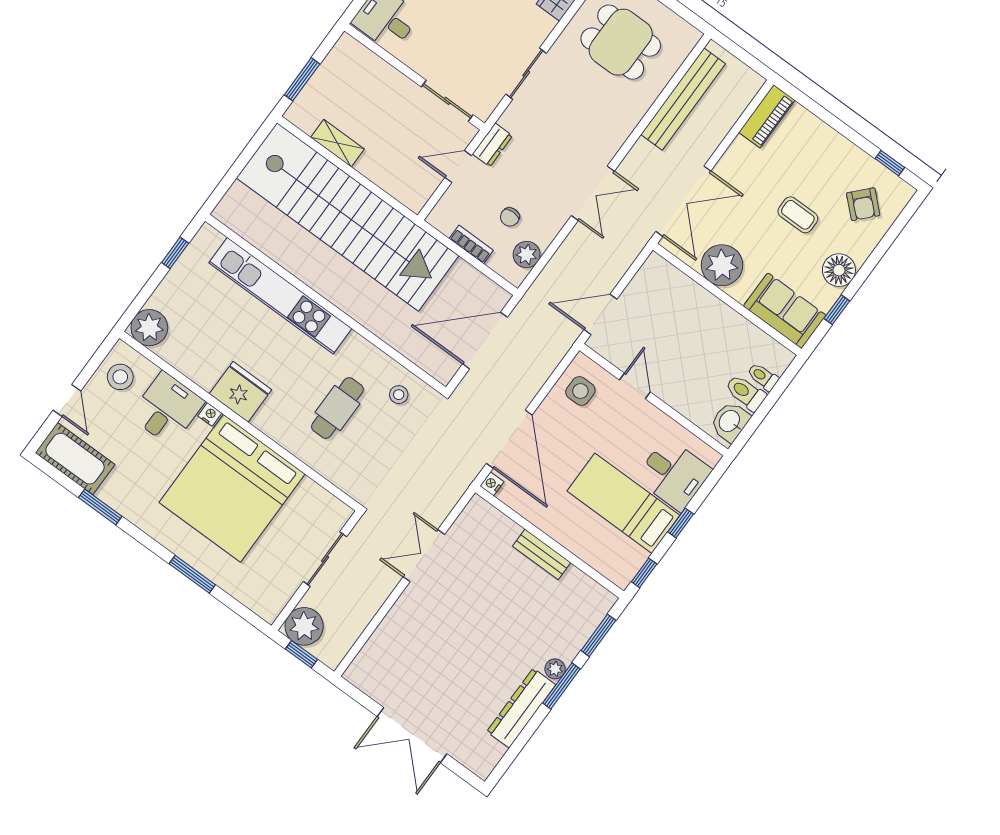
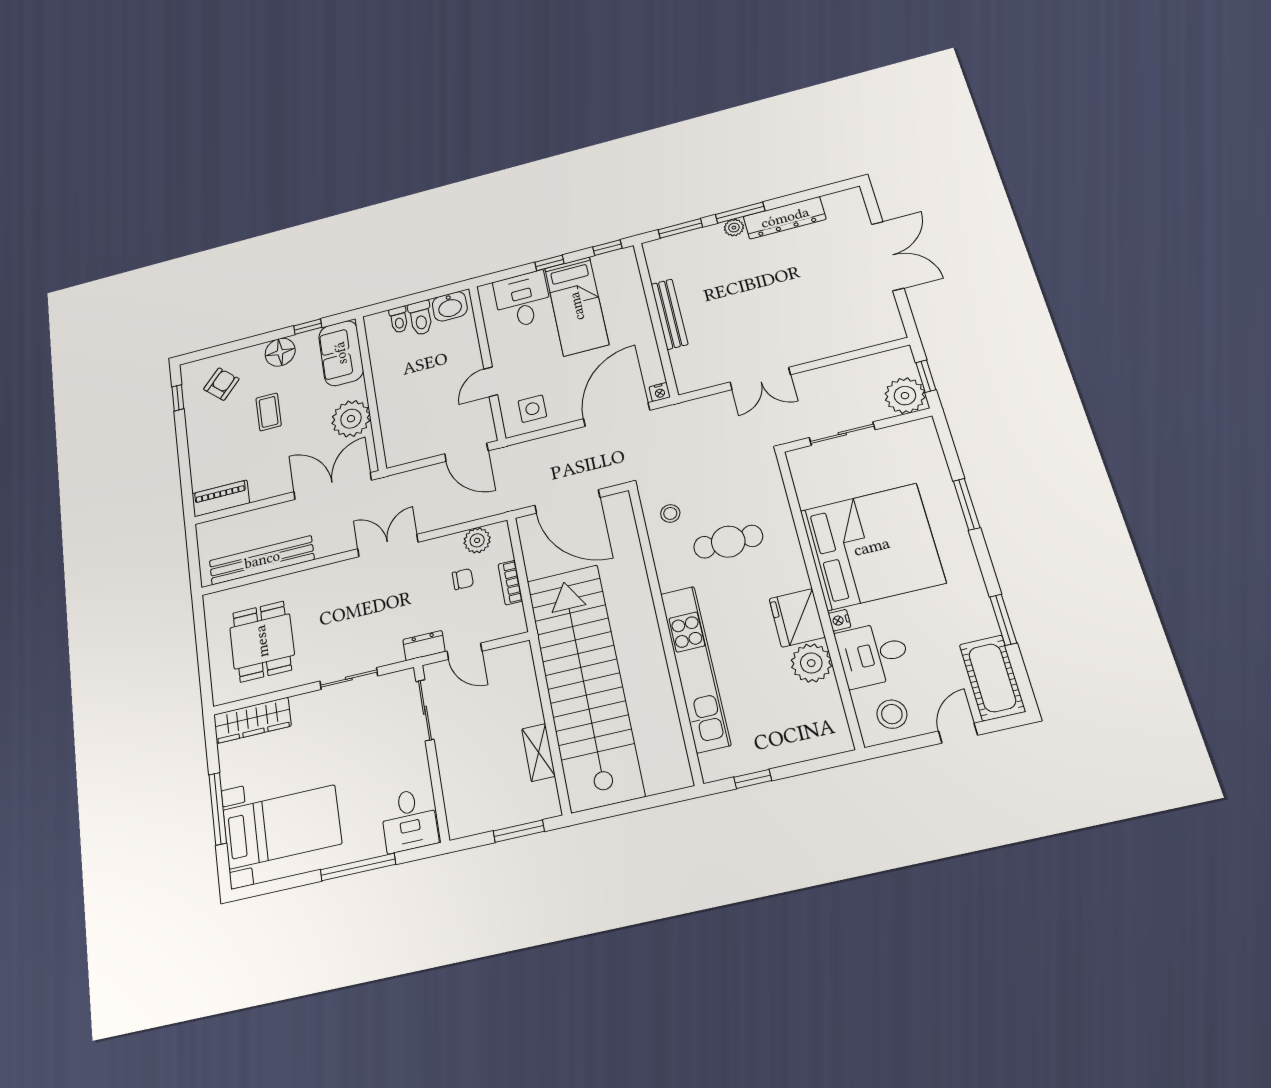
plant: (149, 328) -> (811, 663), moved
bench: (542, 554) -> (669, 314), width x1.36

